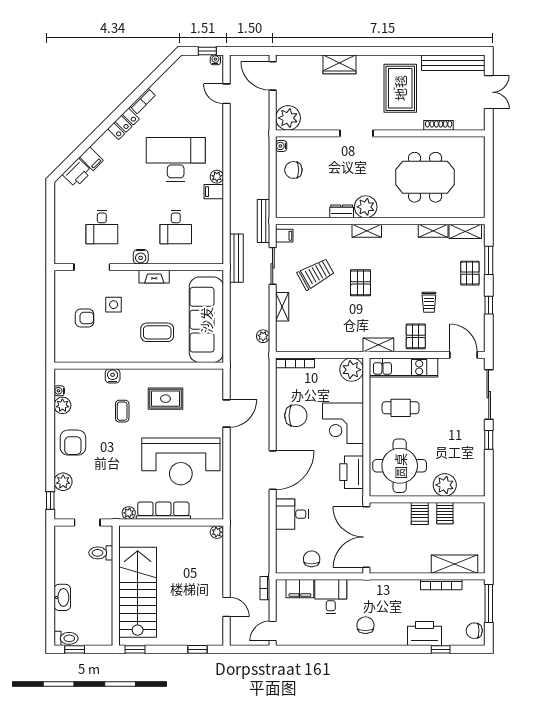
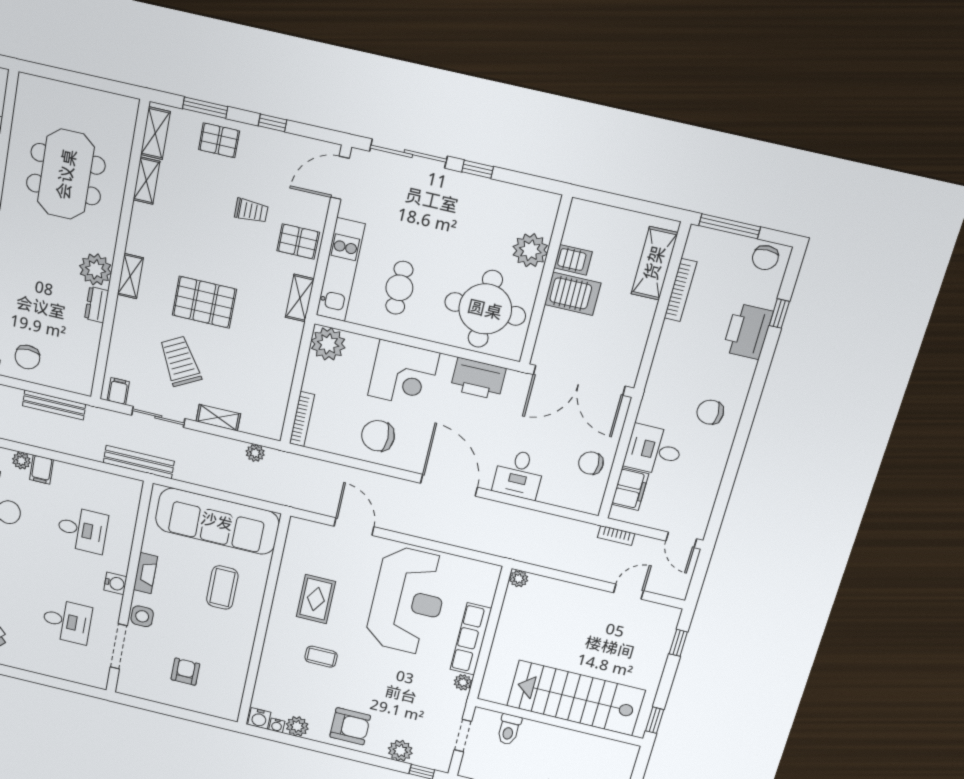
bench: (263, 221) -> (54, 405), moved
pallet: (361, 283) -> (204, 302), width x1.50, depth x1.42
side table: (114, 305) -> (142, 616), moved
water cooler: (113, 376) -> (259, 718), moved, turned -90
chair: (296, 416) -> (378, 436), turned -90
server rack: (420, 514) -> (573, 294), width x1.36, depth x1.44

